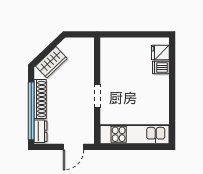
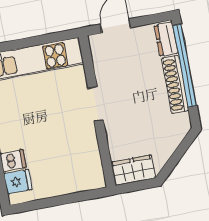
wardrobe: (51, 62) -> (133, 170), moved, turned 44

